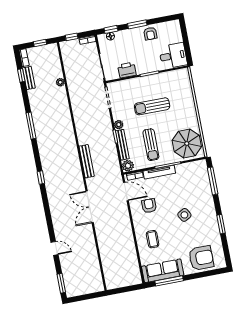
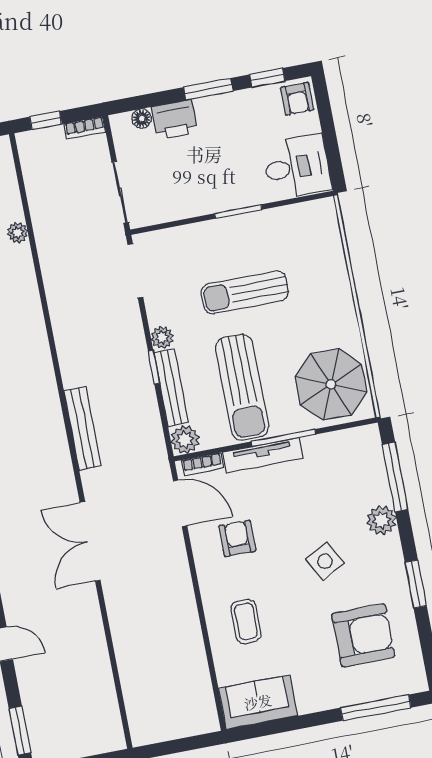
window: (111, 29) -> (267, 78), moved
armchair: (150, 34) -> (297, 99), moved
printer: (127, 70) -> (174, 119), moved, turned 180
sun lounger: (151, 145) -> (242, 387), width x1.36, depth x1.34
plant: (207, 198) -> (381, 520), added
armchair: (201, 258) -> (363, 635), moved
sofa: (163, 271) -> (258, 702), width x0.73
window: (169, 281) -> (376, 708), moved

